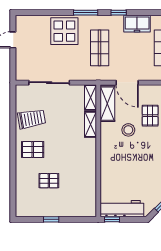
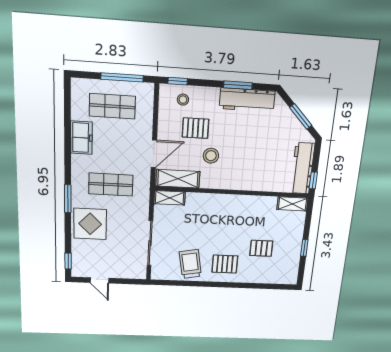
window: (119, 13) -> (68, 261), moved
shelving: (90, 124) -> (292, 204), moved
pallet: (33, 150) -> (225, 264), turned 90
pallet: (49, 181) -> (261, 248), turned 90

